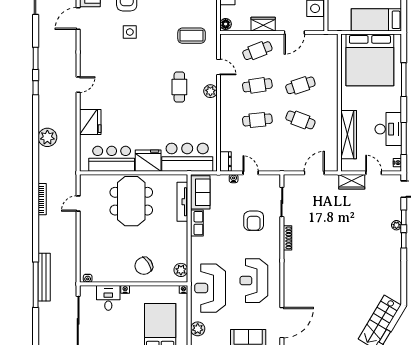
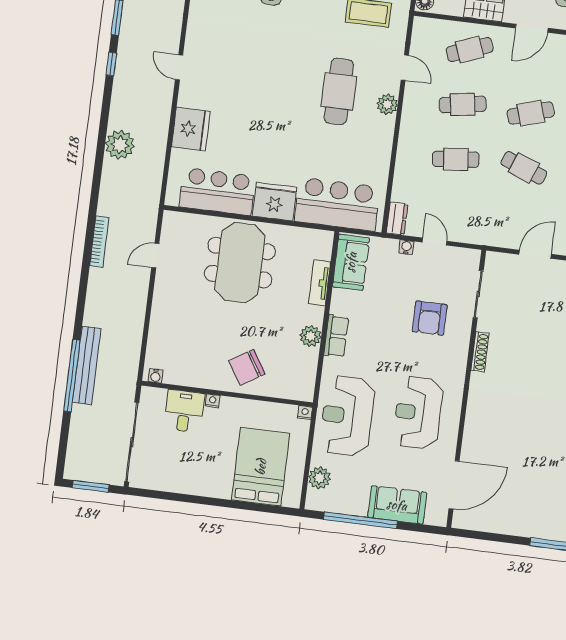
door: (78, 85) -> (179, 67), swing flipped
cafe table: (179, 87) -> (339, 91), width x1.37, depth x1.35
tv unit: (182, 202) -> (320, 283), width x0.71
row of seats: (197, 223) -> (336, 336), moved
plant: (181, 270) -> (310, 336), moved

